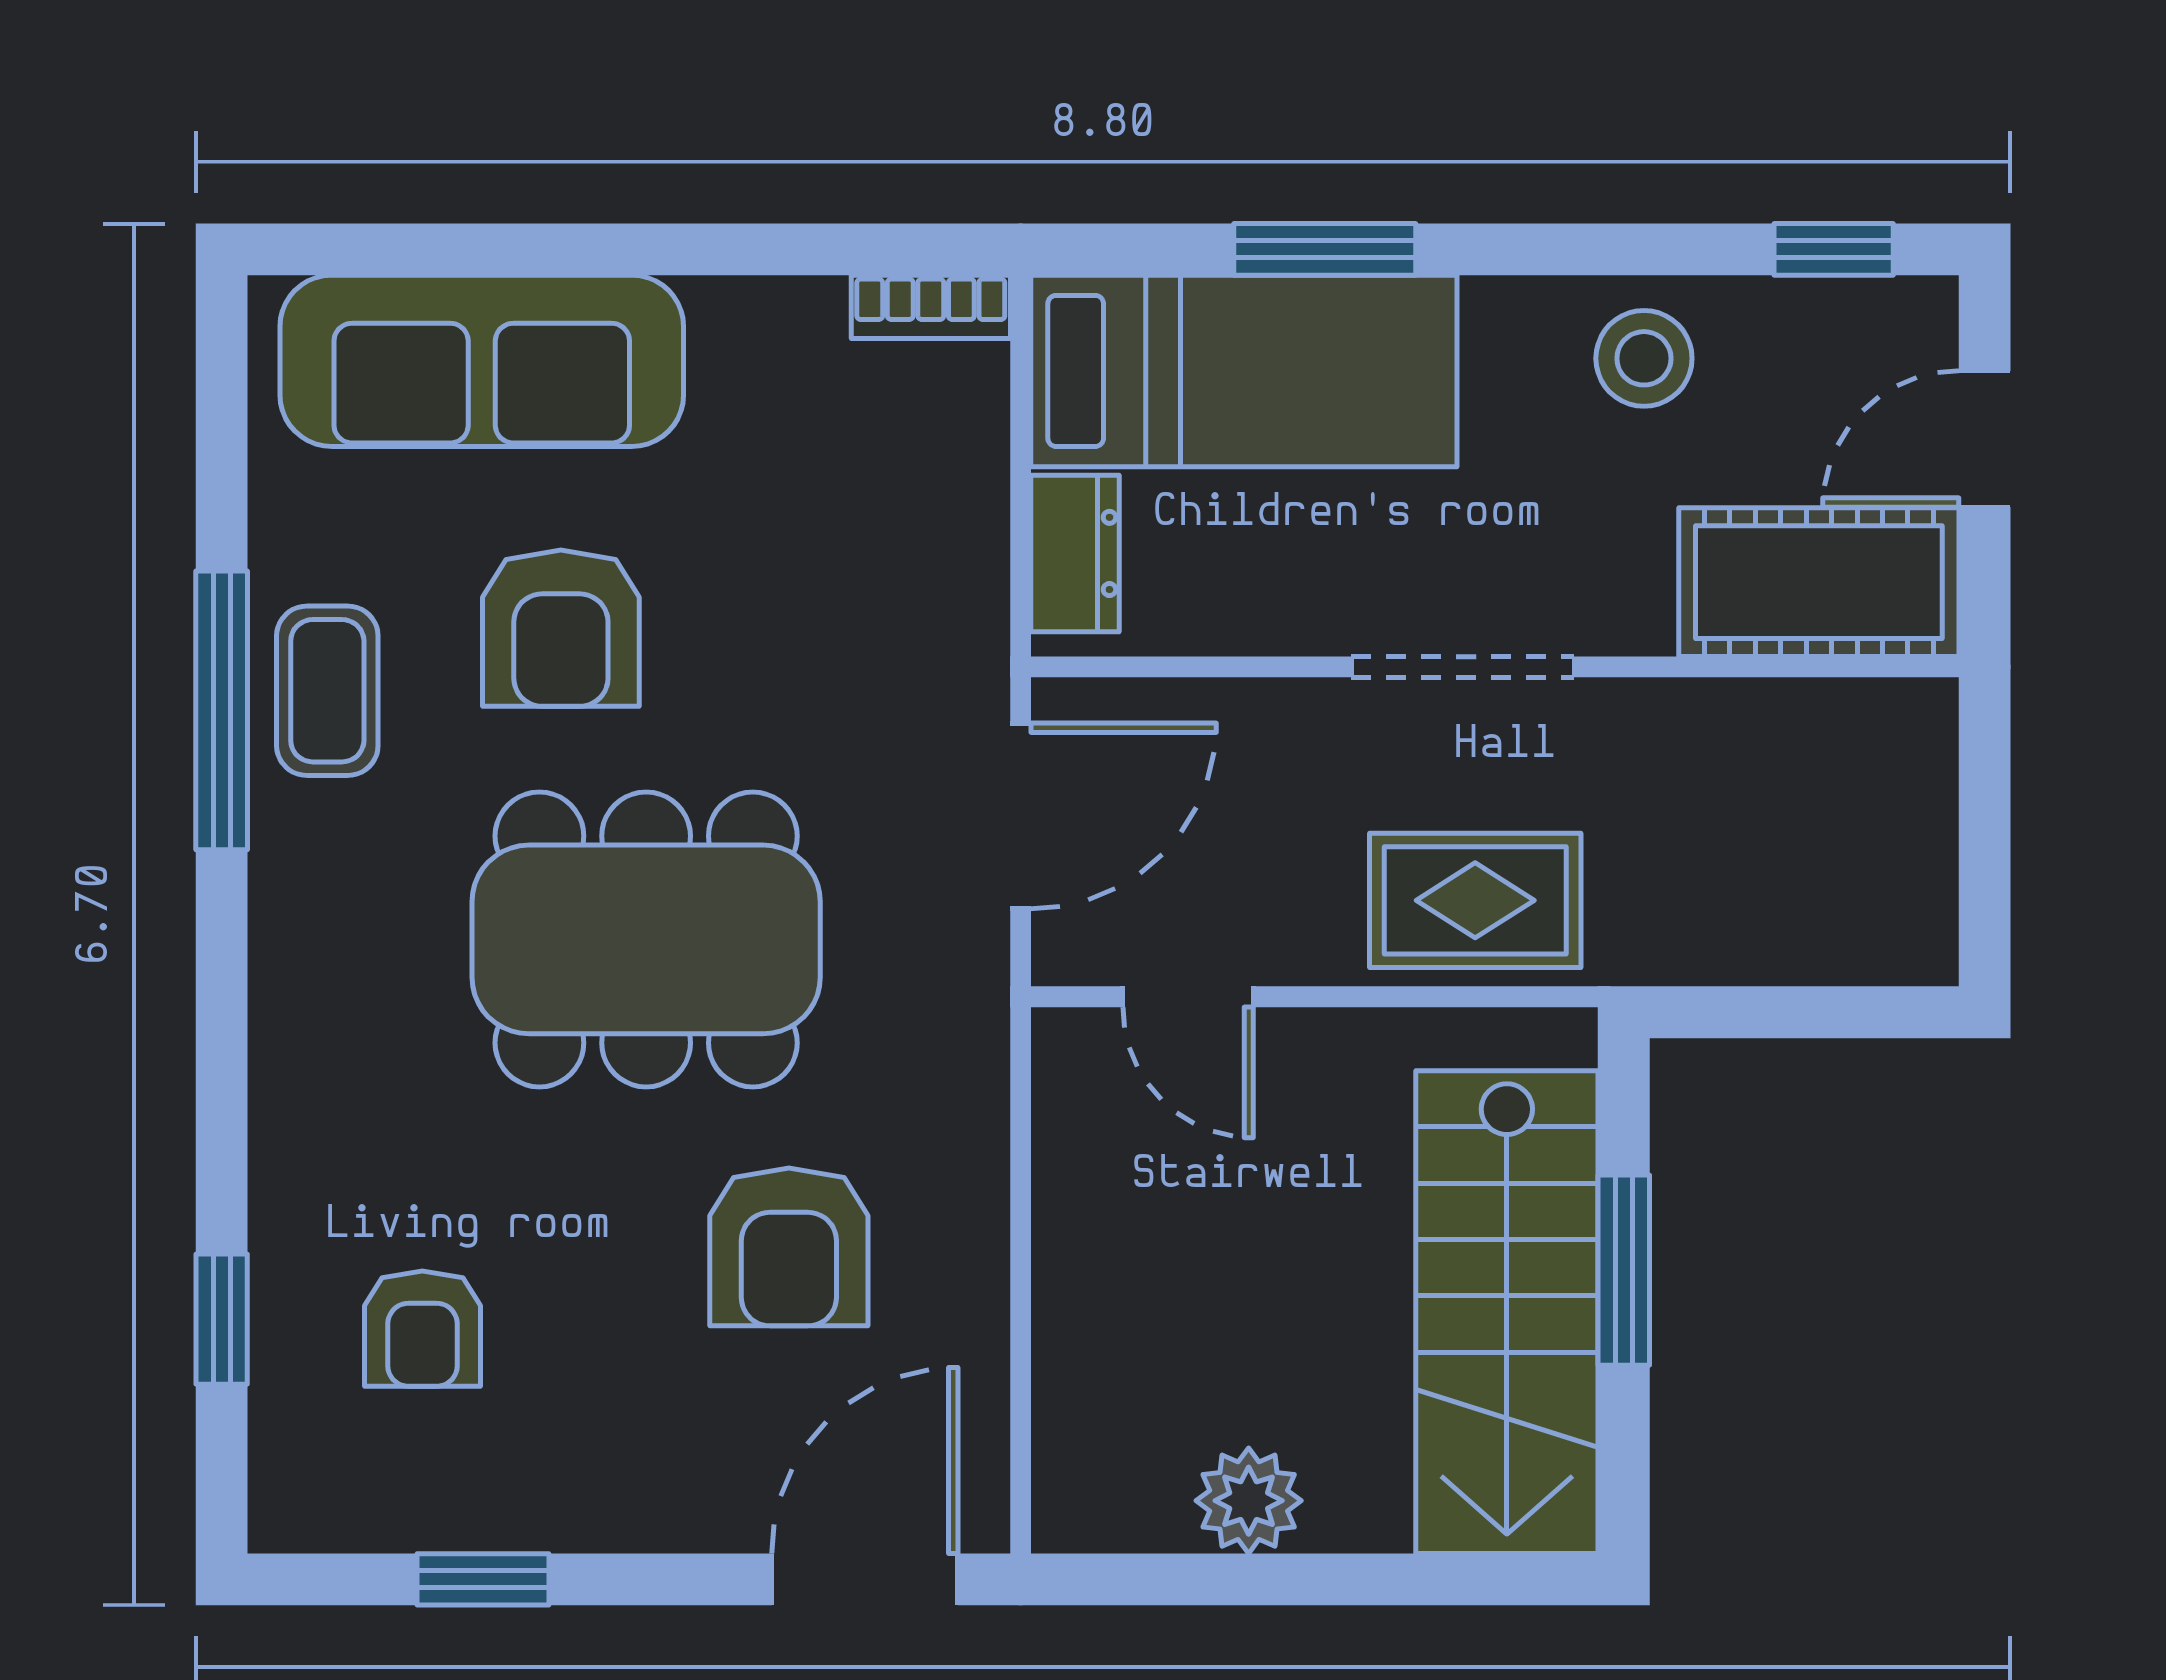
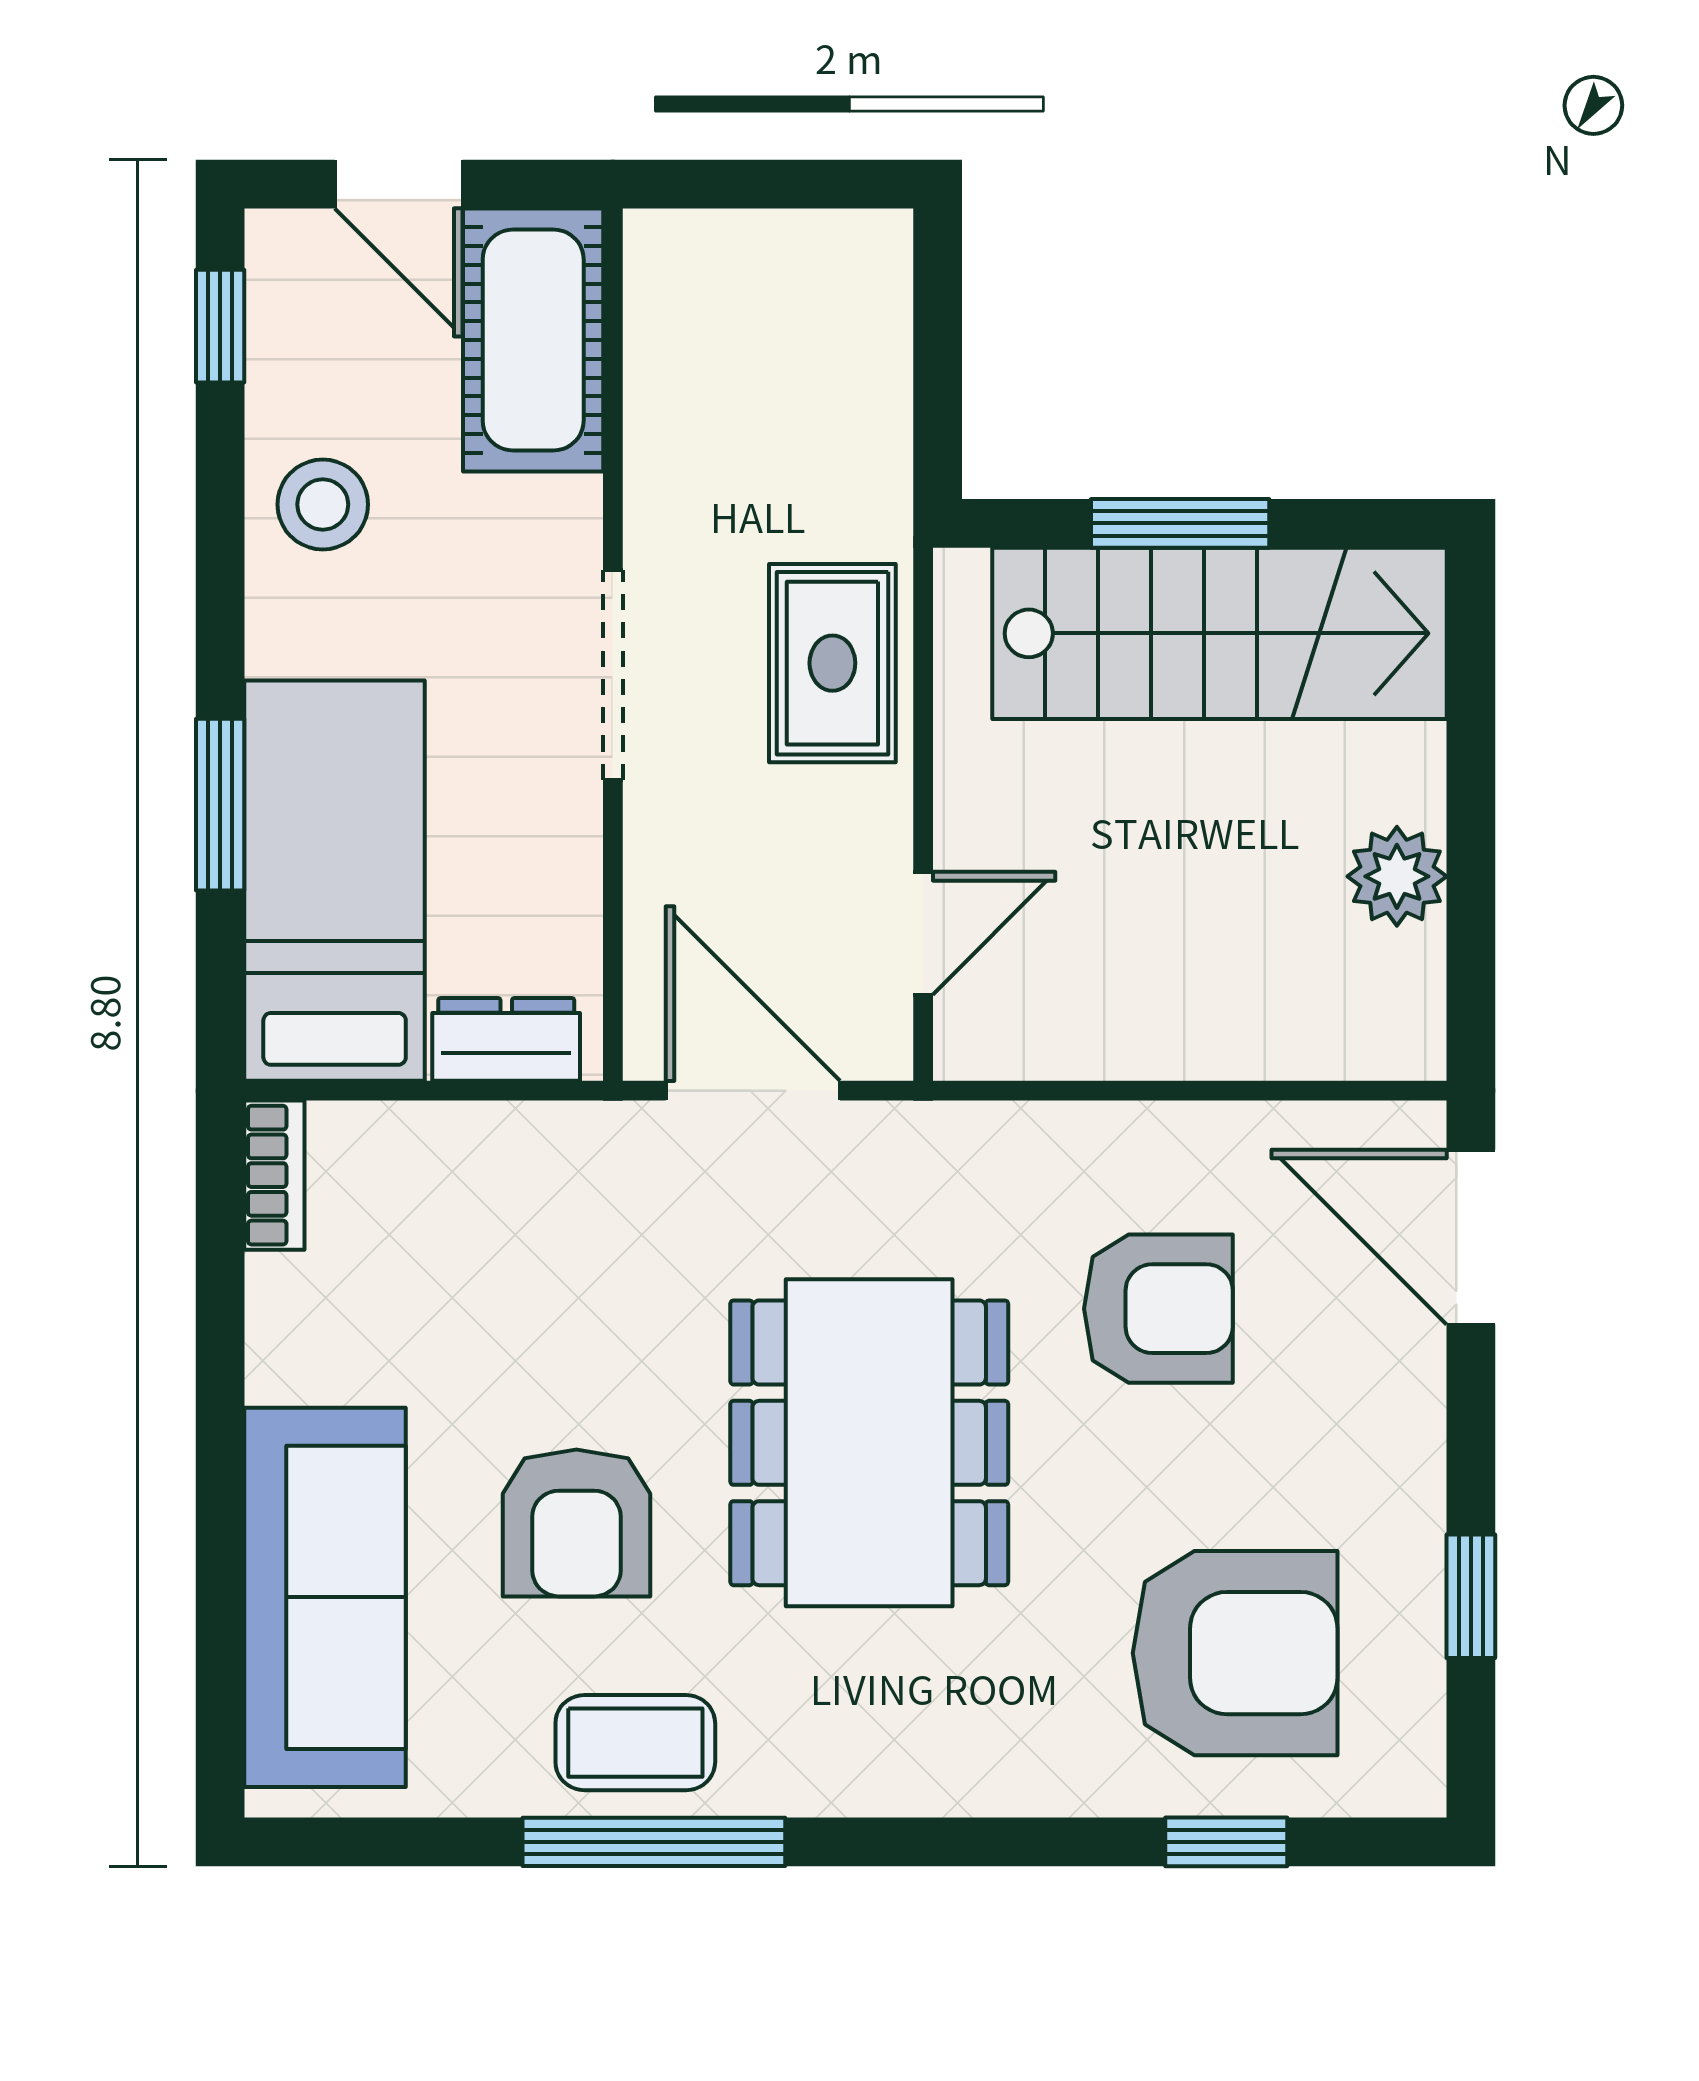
armchair: (561, 628) -> (576, 1523), turned 90
armchair: (422, 1329) -> (1235, 1653), width x1.88, depth x1.88

